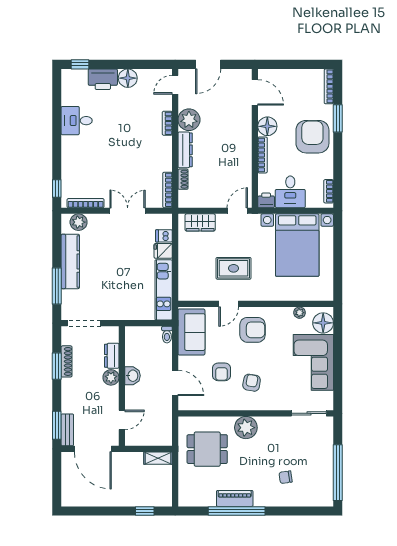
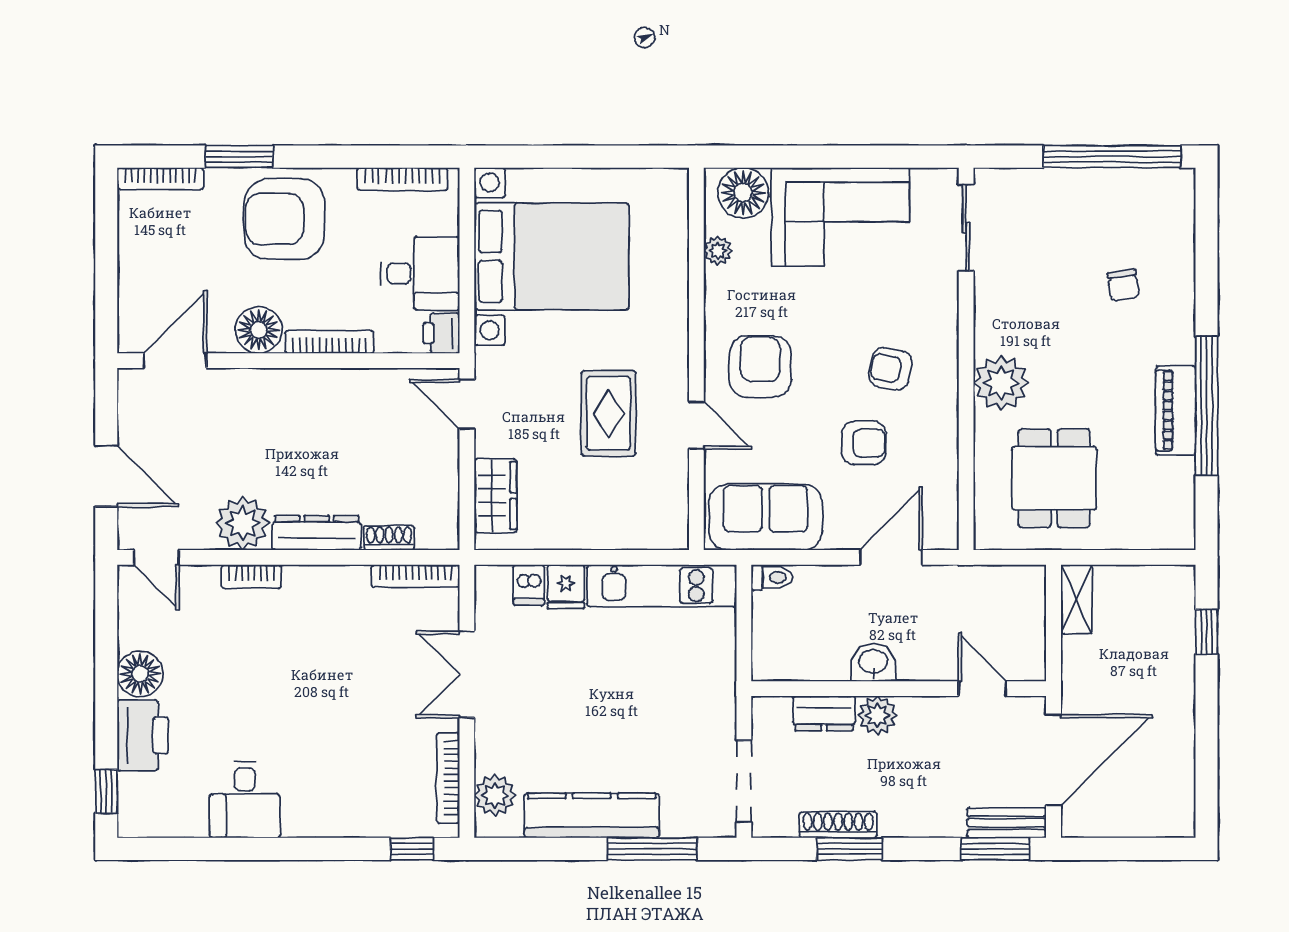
bookcase: (329, 191) -> (402, 179), width x1.56

